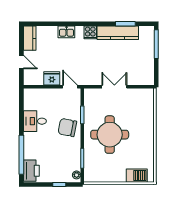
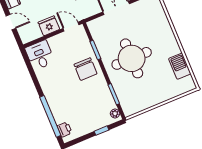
desk: (35, 121) -> (40, 55), moved, turned 90
chair: (67, 127) -> (86, 69), turned -101
printer: (31, 171) -> (65, 129), width x0.53, depth x0.68
barbecue: (137, 176) -> (180, 66), moved, turned -90

